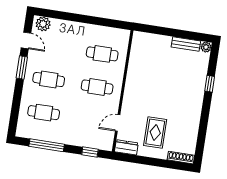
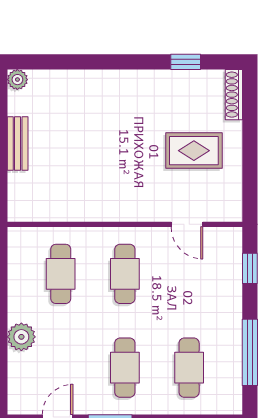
plant: (43, 24) -> (21, 337), moved
bench: (186, 44) -> (18, 143), moved
window: (210, 84) -> (186, 62), moved
dresser: (126, 147) -> (231, 201), removed

